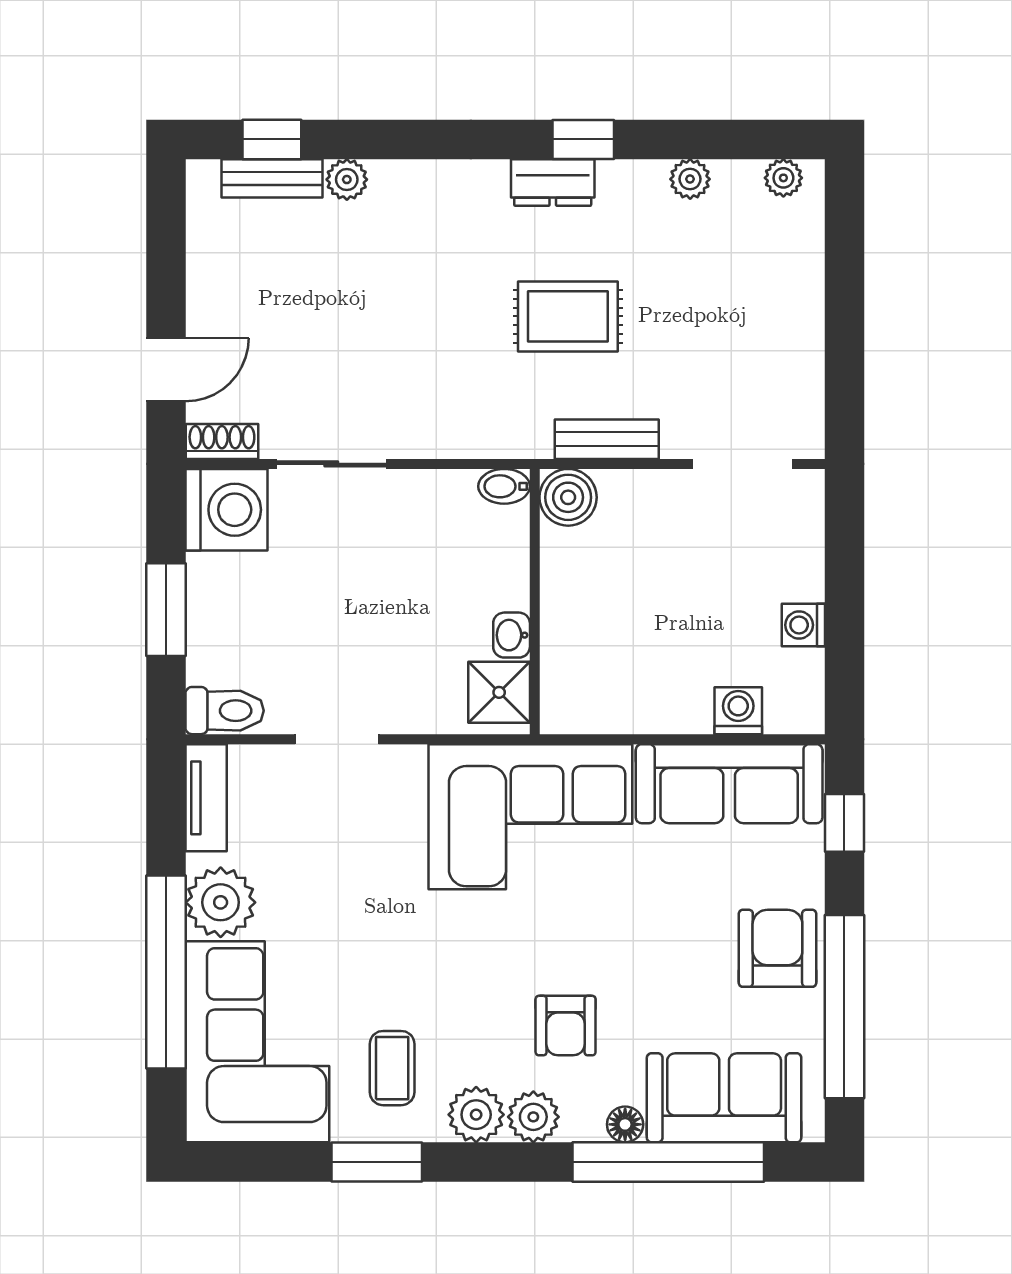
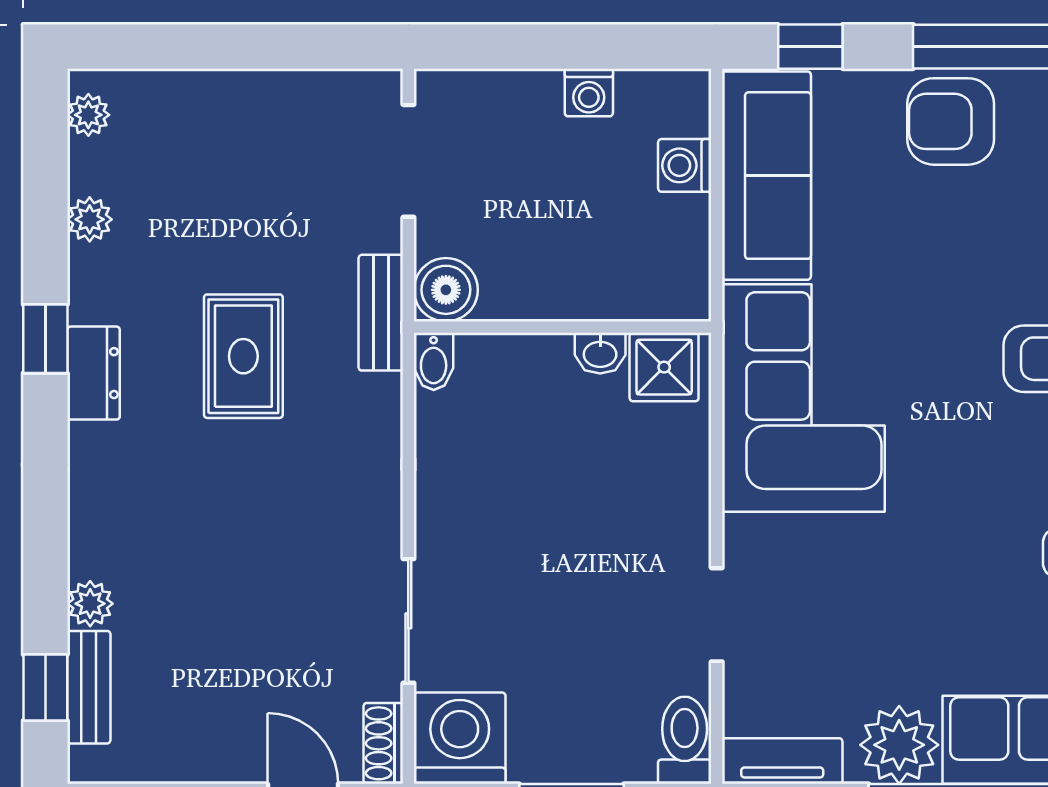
bidet: (504, 486) -> (434, 361), moved
boiler: (568, 497) -> (446, 290), moved
wall: (535, 602) -> (563, 327), moved
washbasin: (512, 635) -> (600, 353), moved
shower: (499, 692) -> (664, 367), moved

